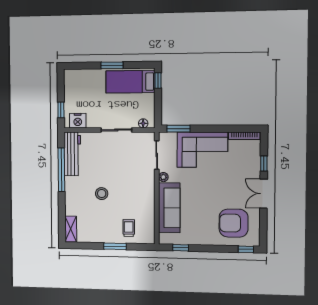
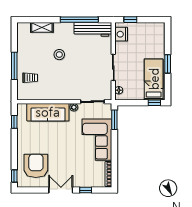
shelving: (71, 229) -> (42, 27), moved
window: (115, 246) -> (14, 66), width x1.44

